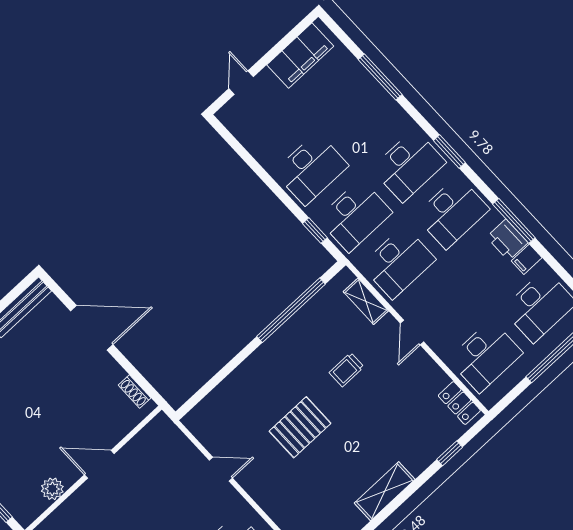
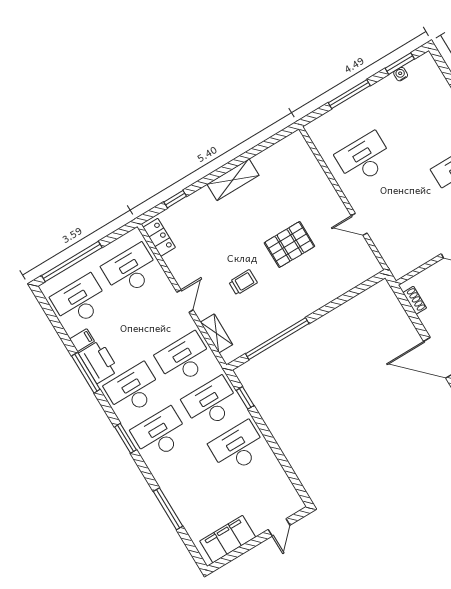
printer: (507, 240) -> (99, 362), width x1.37, depth x1.19

